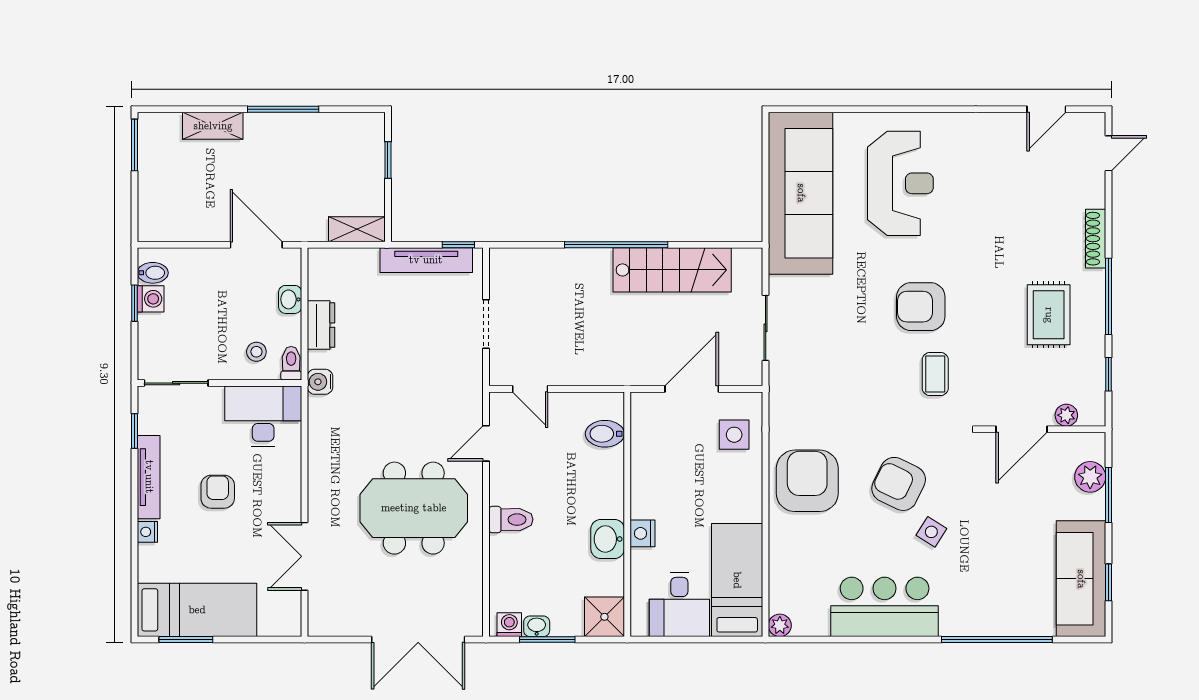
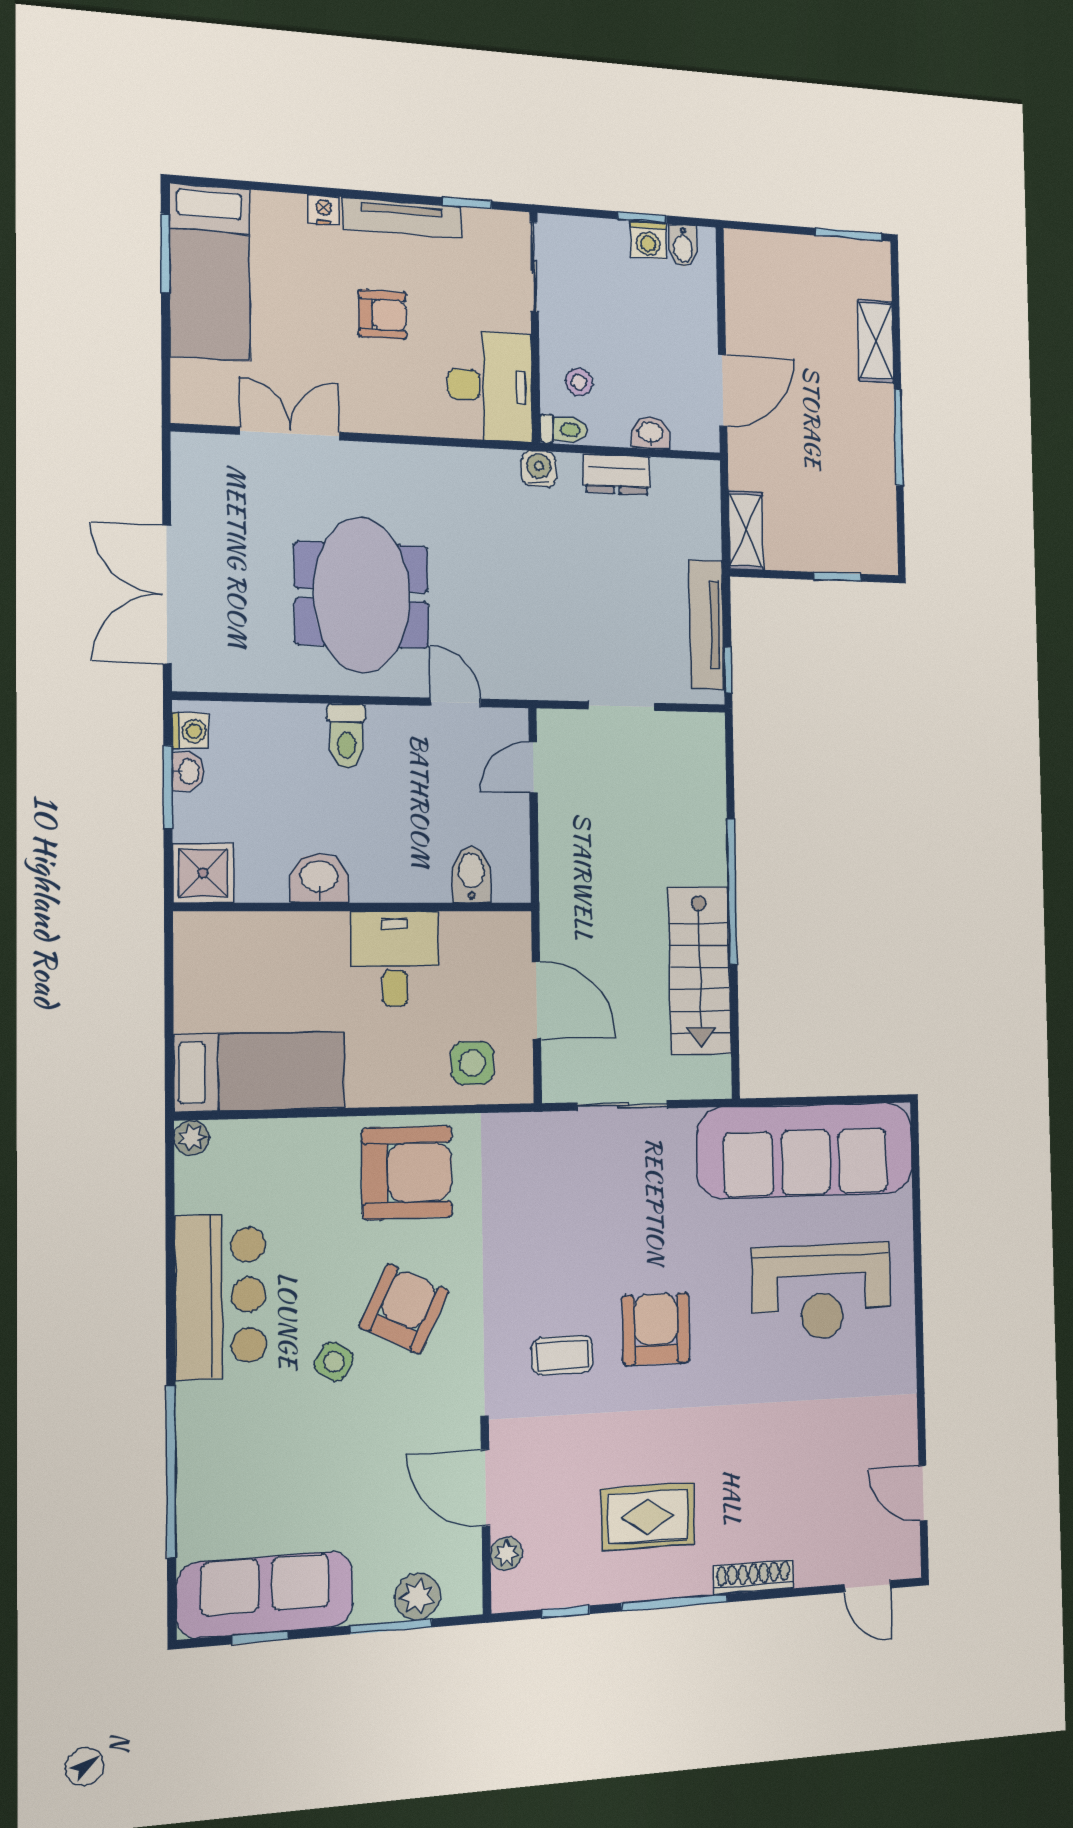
nightstand: (643, 533) -> (328, 930), removed
desk: (679, 604) -> (395, 959), moved, turned 90

